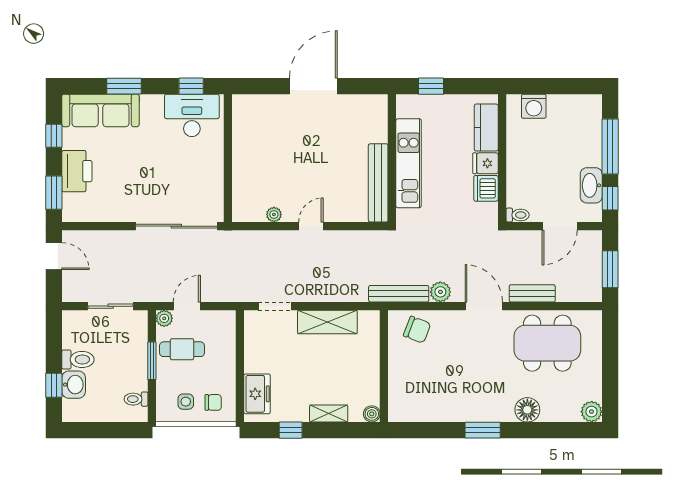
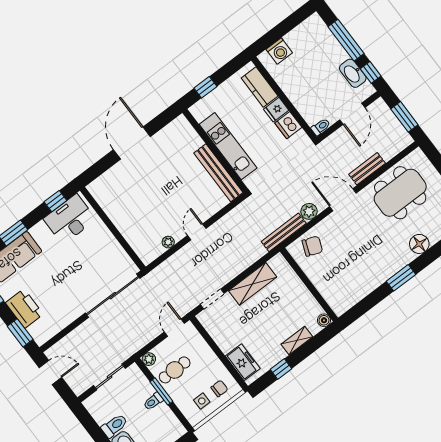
door: (187, 306) -> (174, 328), moved
toilet: (136, 399) -> (153, 401), moved

